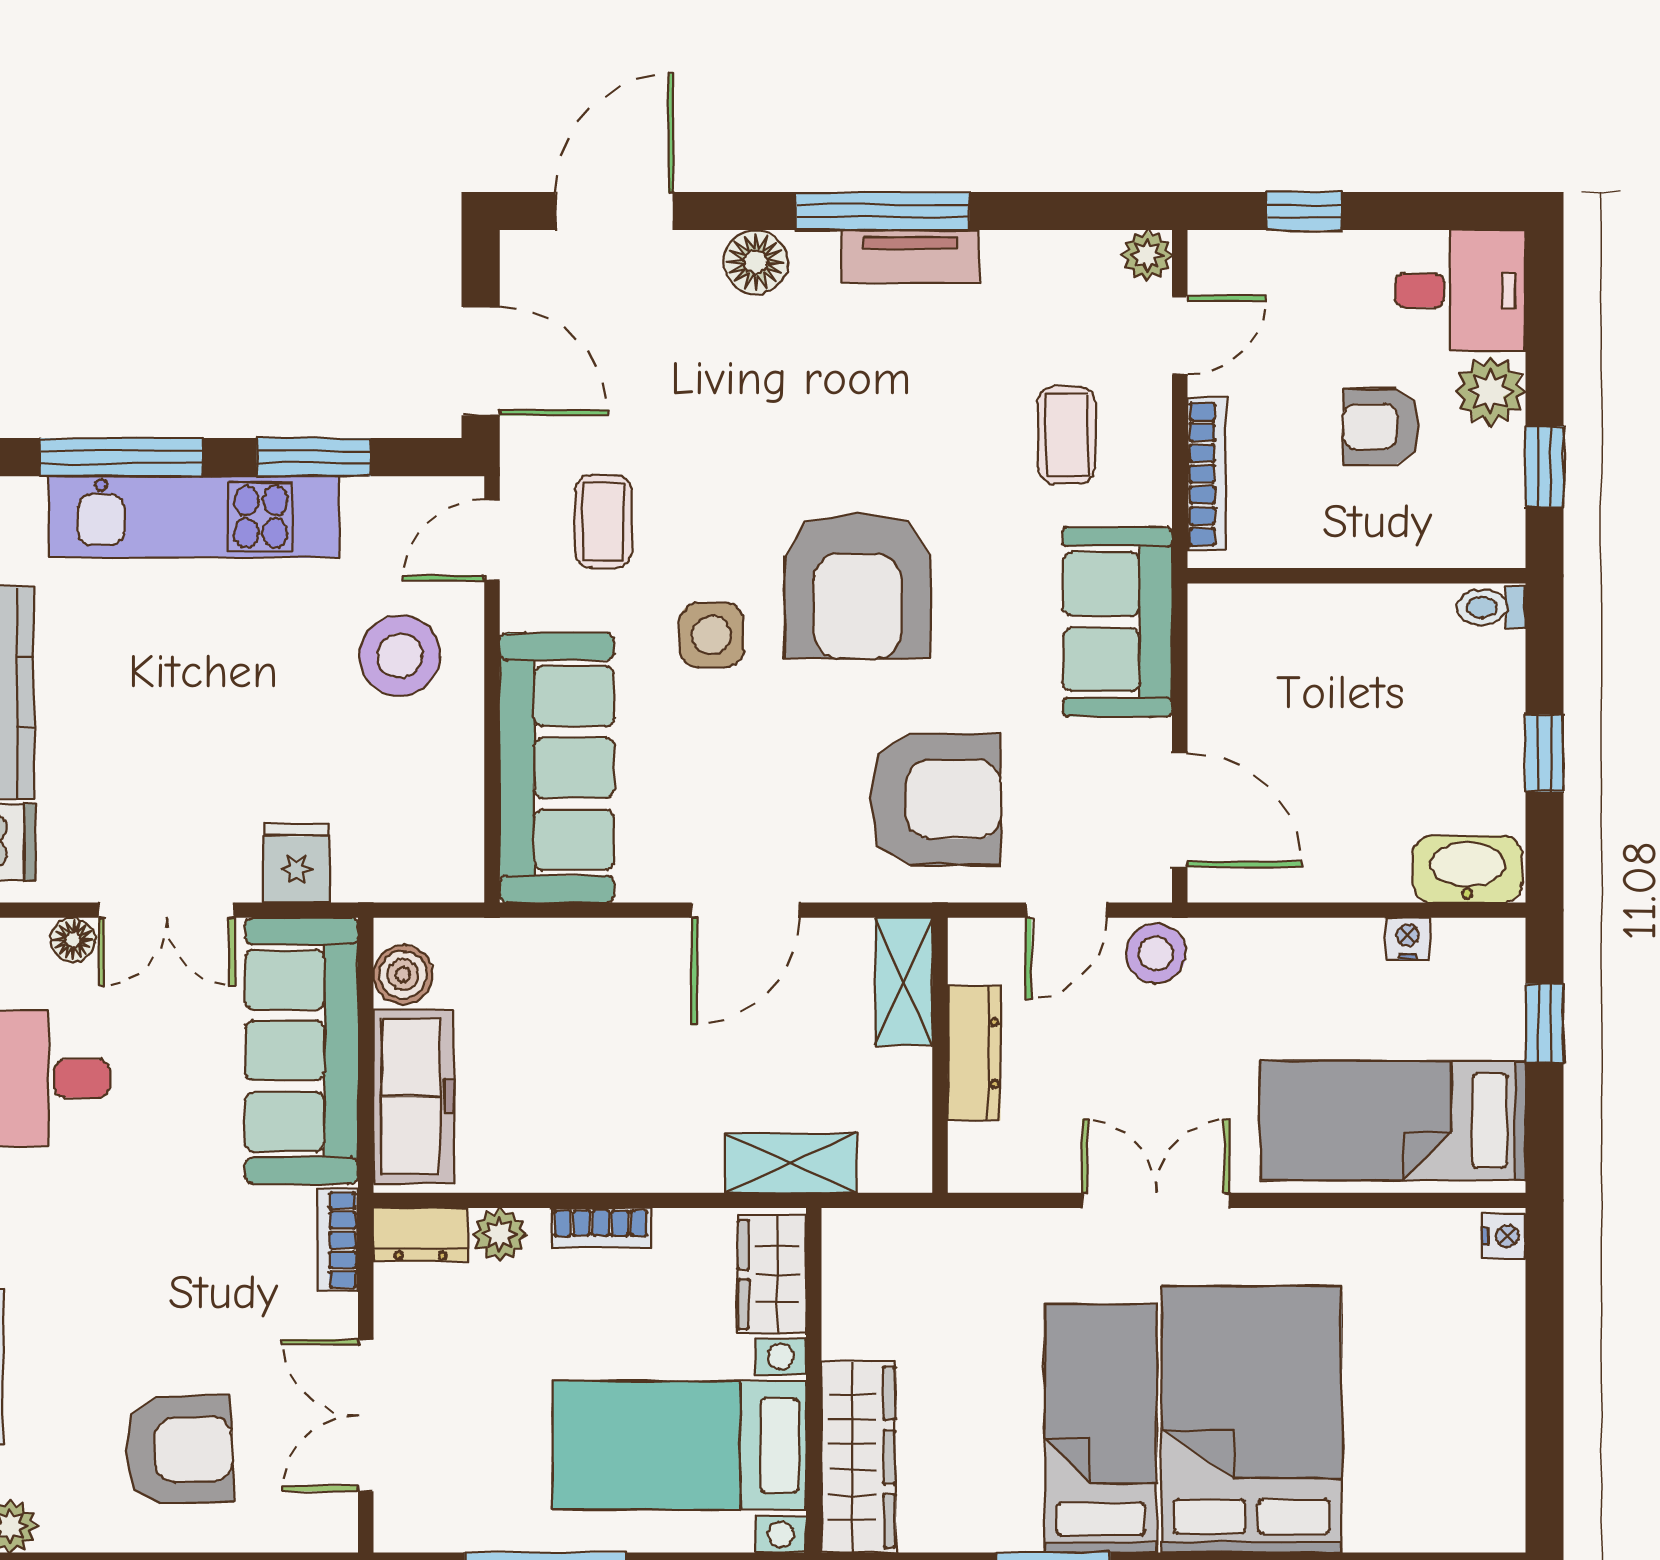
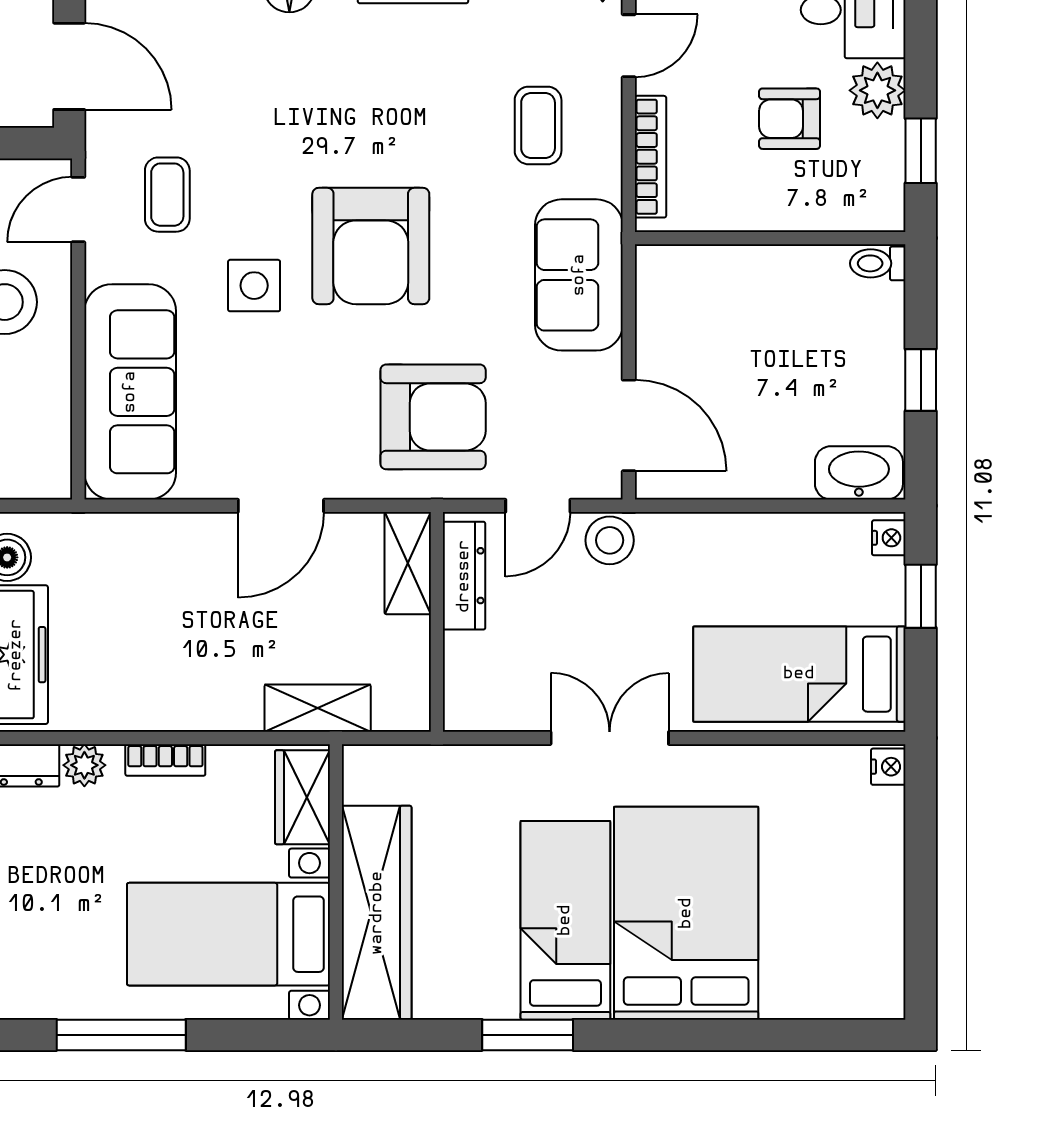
nightstand: (1408, 939) -> (889, 538), moved, turned 90
dresser: (974, 1053) -> (464, 576), moved
wardrobe: (858, 1457) -> (377, 913), width x1.40, depth x1.17

